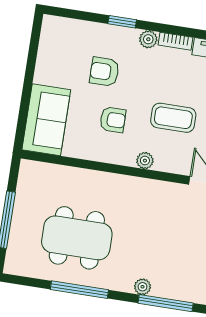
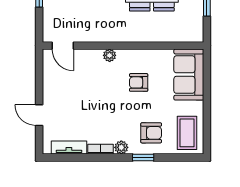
armchair: (104, 72) -> (151, 133), moved
coffee table: (173, 118) -> (187, 133), moved, turned 90

